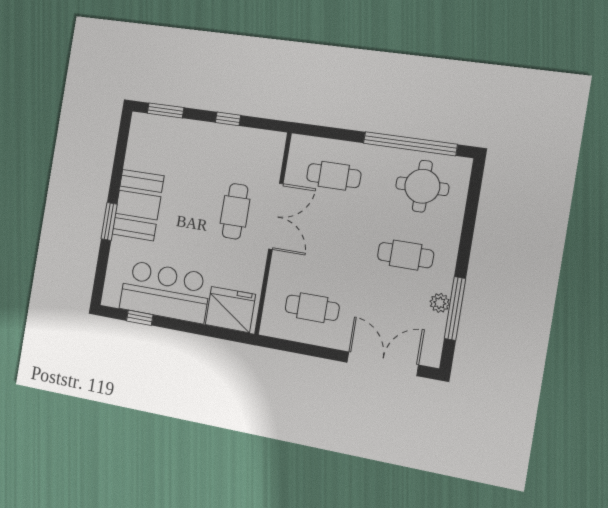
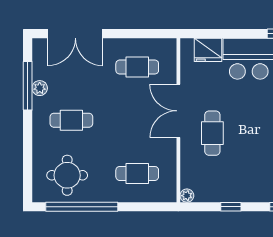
plant: (278, 140) -> (187, 196), added
double door: (276, 216) -> (178, 111), moved
fridge: (230, 309) -> (208, 50), width x0.73, depth x0.75

